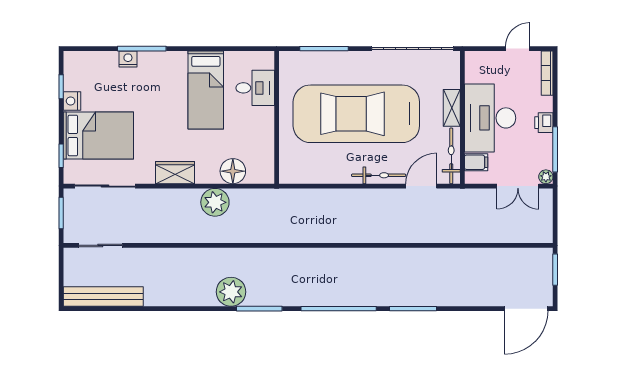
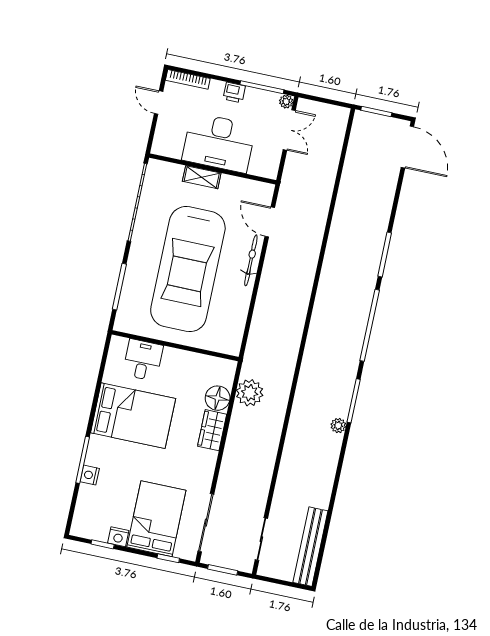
bed: (206, 90) -> (133, 416), width x1.50
bicycle: (451, 156) -> (247, 187), removed
filing cabinet: (476, 162) -> (258, 165), removed
wardrobe: (175, 173) -> (212, 430), moved
plant: (215, 202) -> (250, 393), moved
plant: (231, 292) -> (338, 426), width x0.53, depth x0.53

